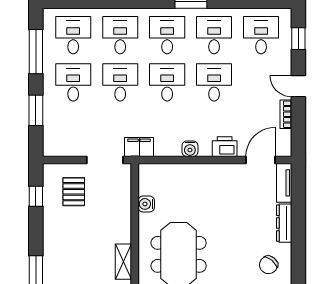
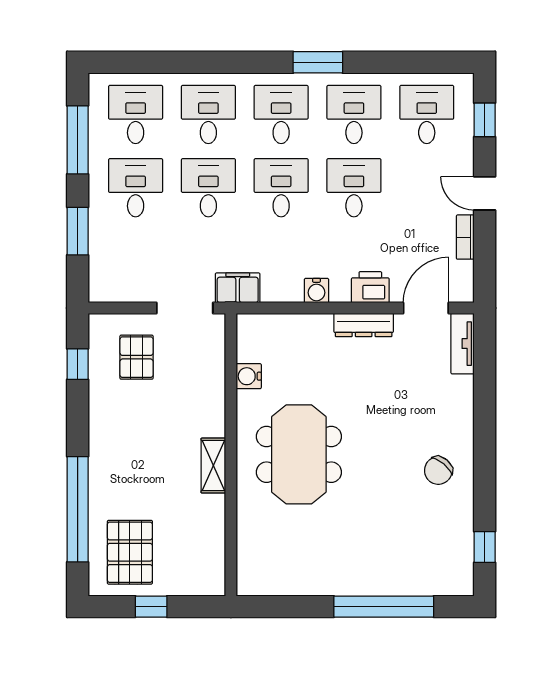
dresser: (284, 223) -> (364, 325), moved, turned -90

